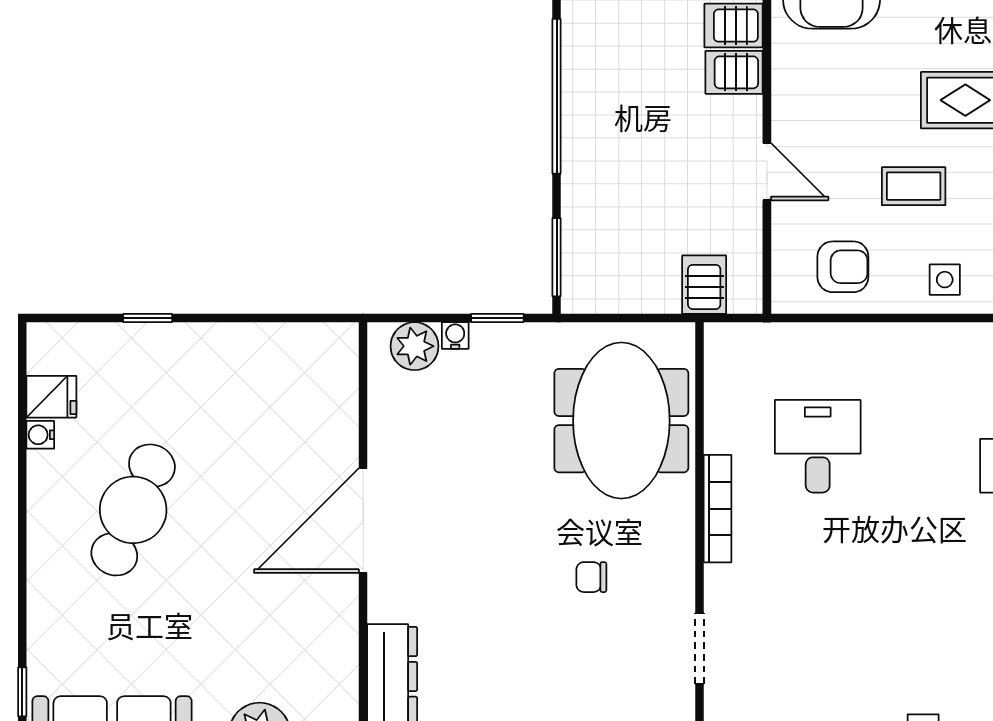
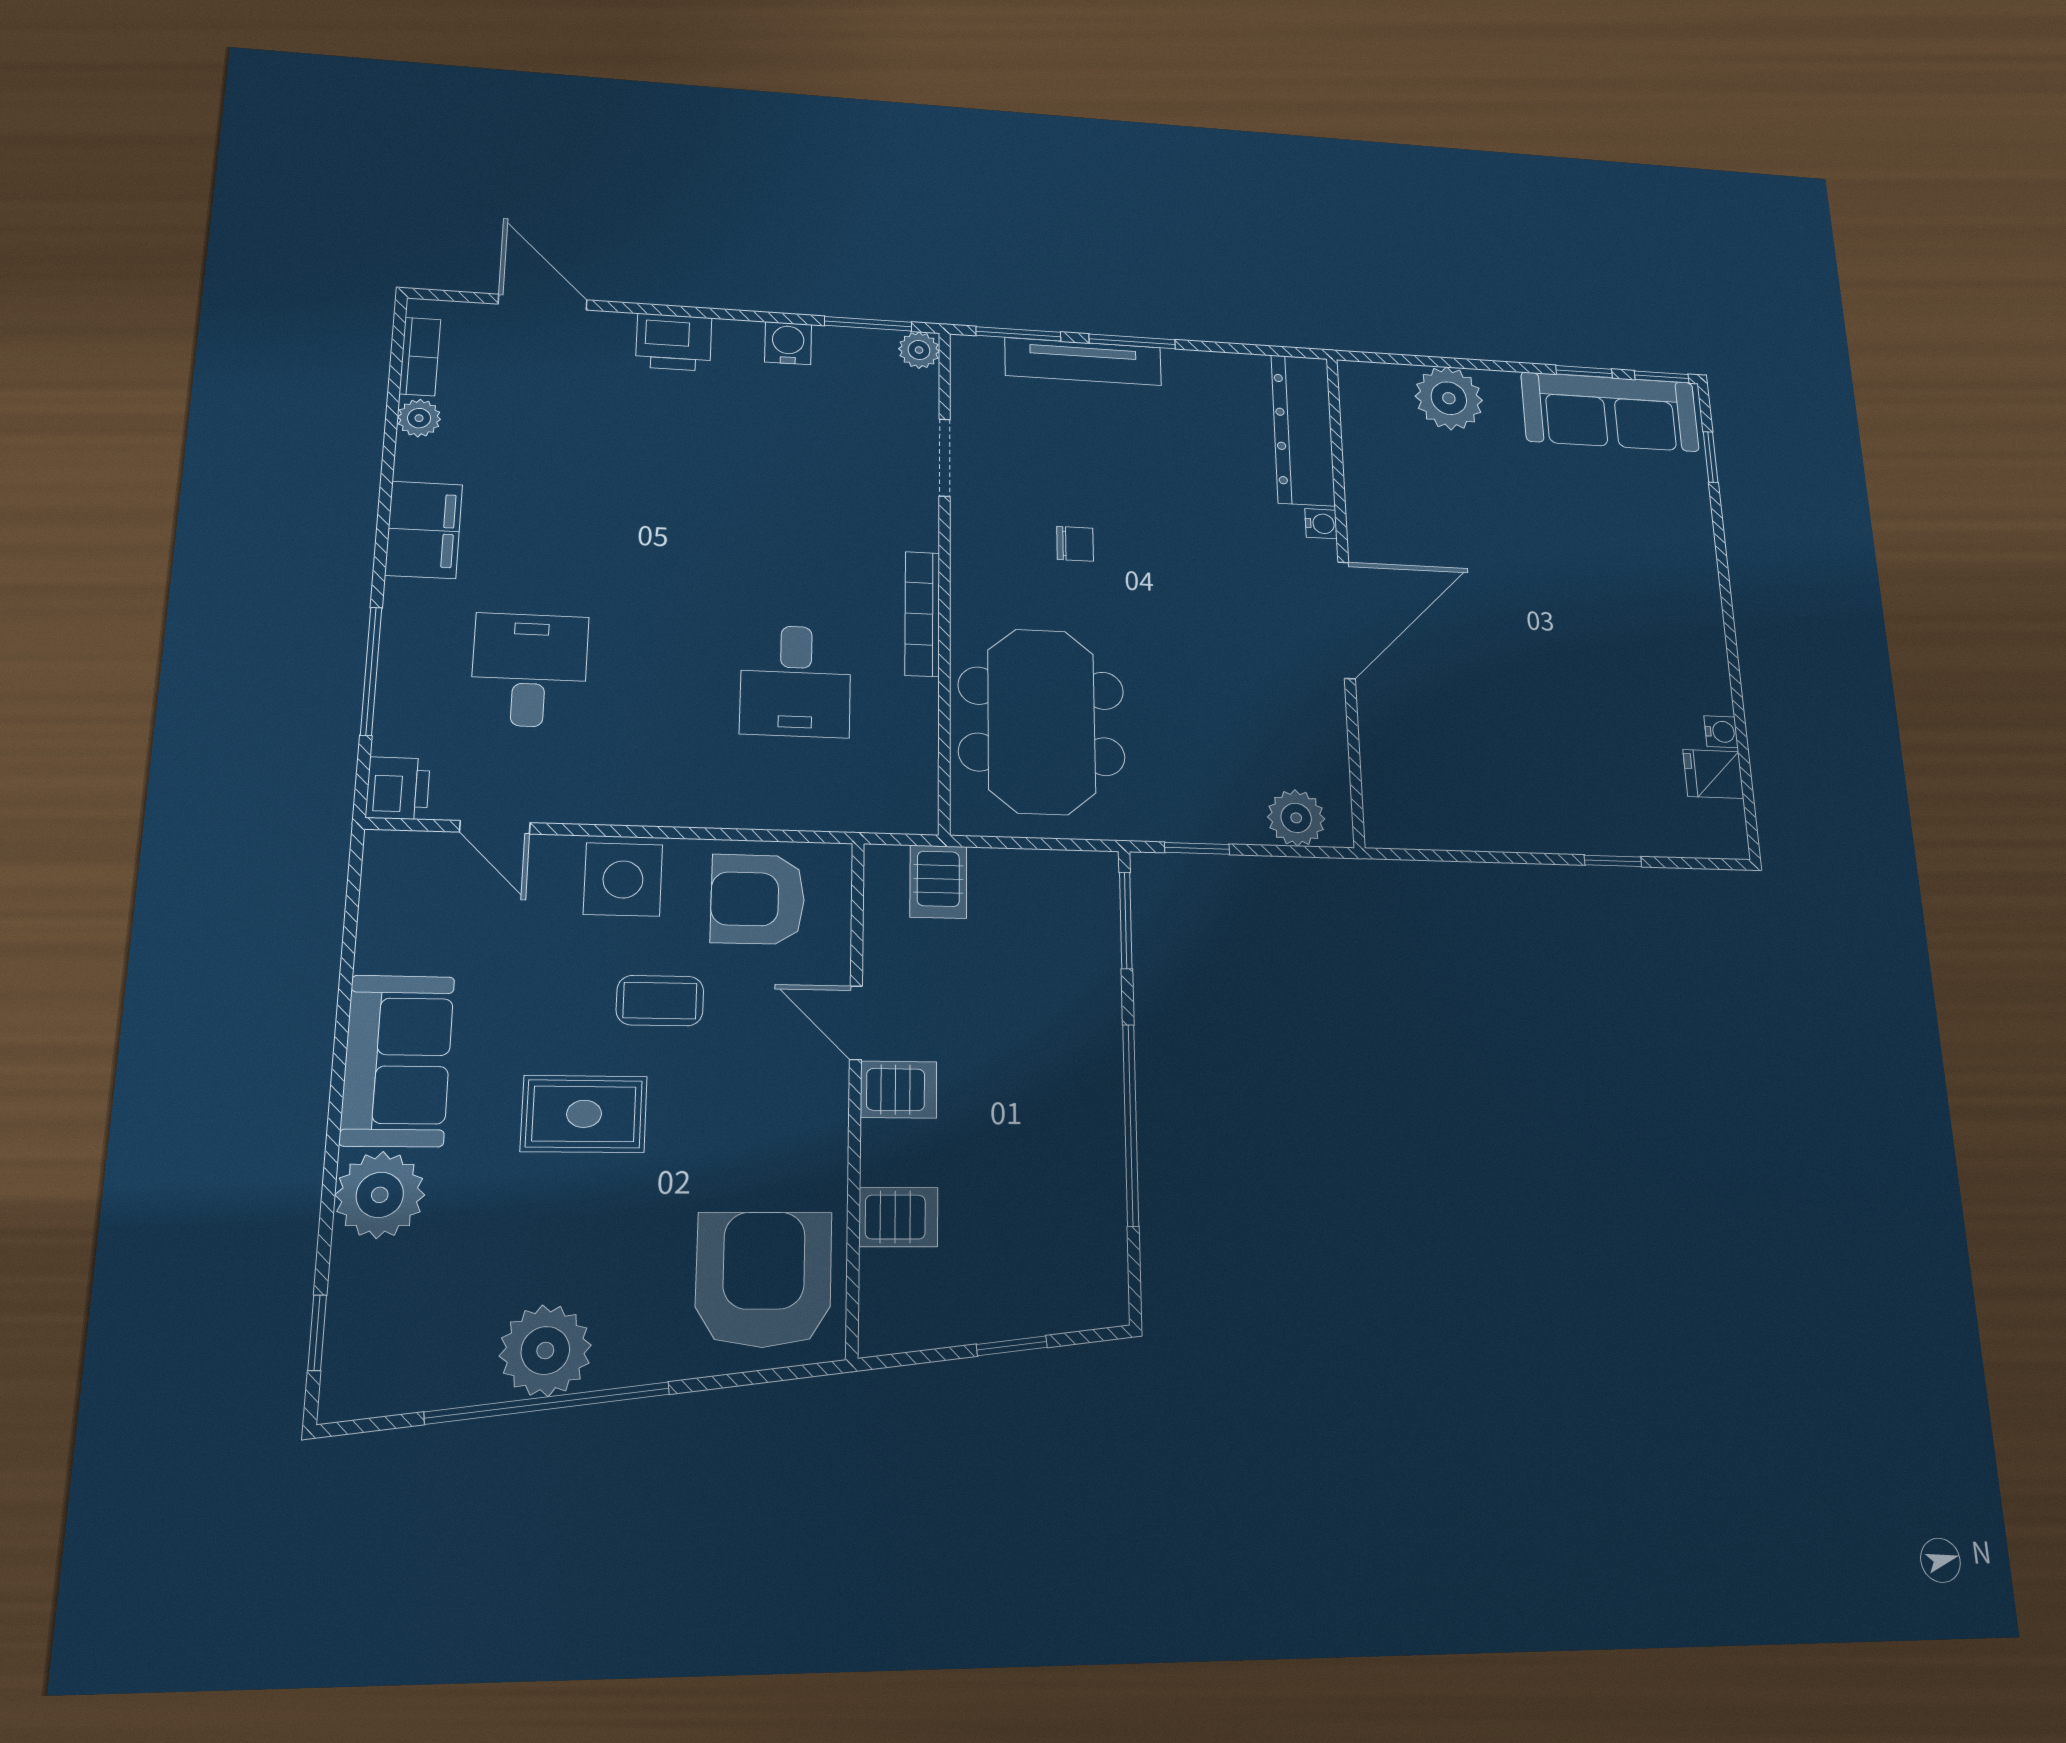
server rack: (734, 72) -> (899, 1090), moved
armchair: (843, 267) -> (758, 899), width x1.38, depth x1.38
side table: (945, 280) -> (623, 880), width x1.87, depth x1.87
water cooler: (455, 336) -> (1321, 524), moved, turned -90
cafe table: (133, 510) -> (1609, 644), removed

